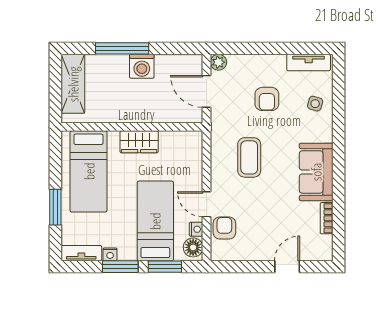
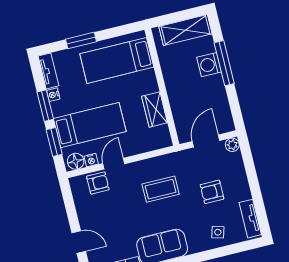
washing machine: (142, 66) -> (209, 65), moved
wardrobe: (139, 142) -> (155, 109), moved

